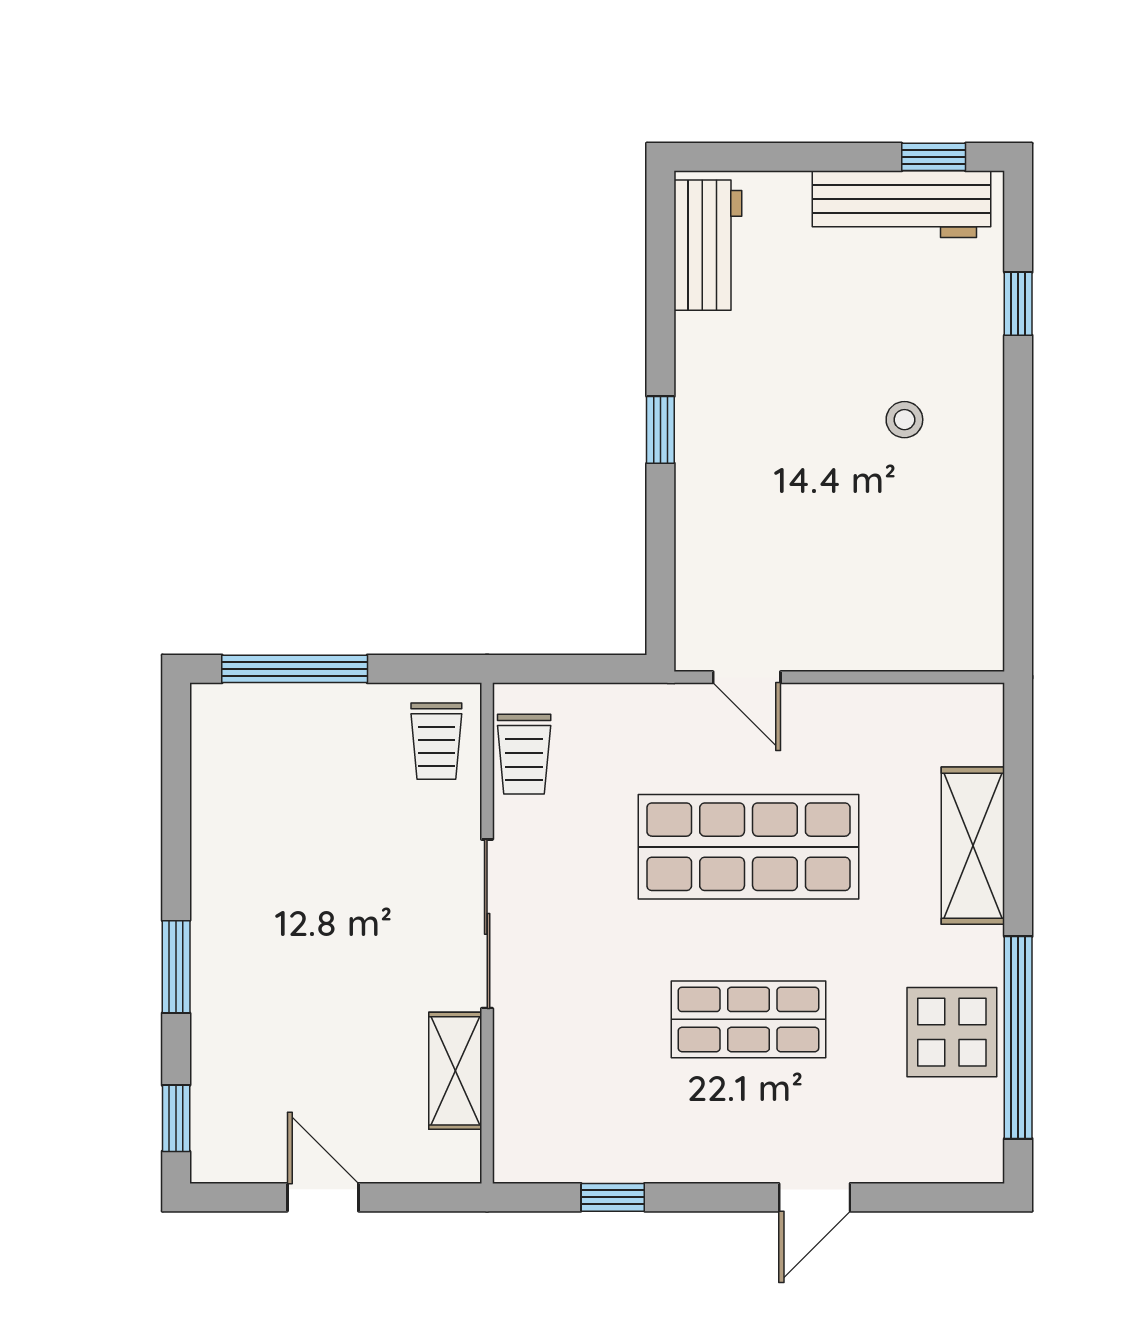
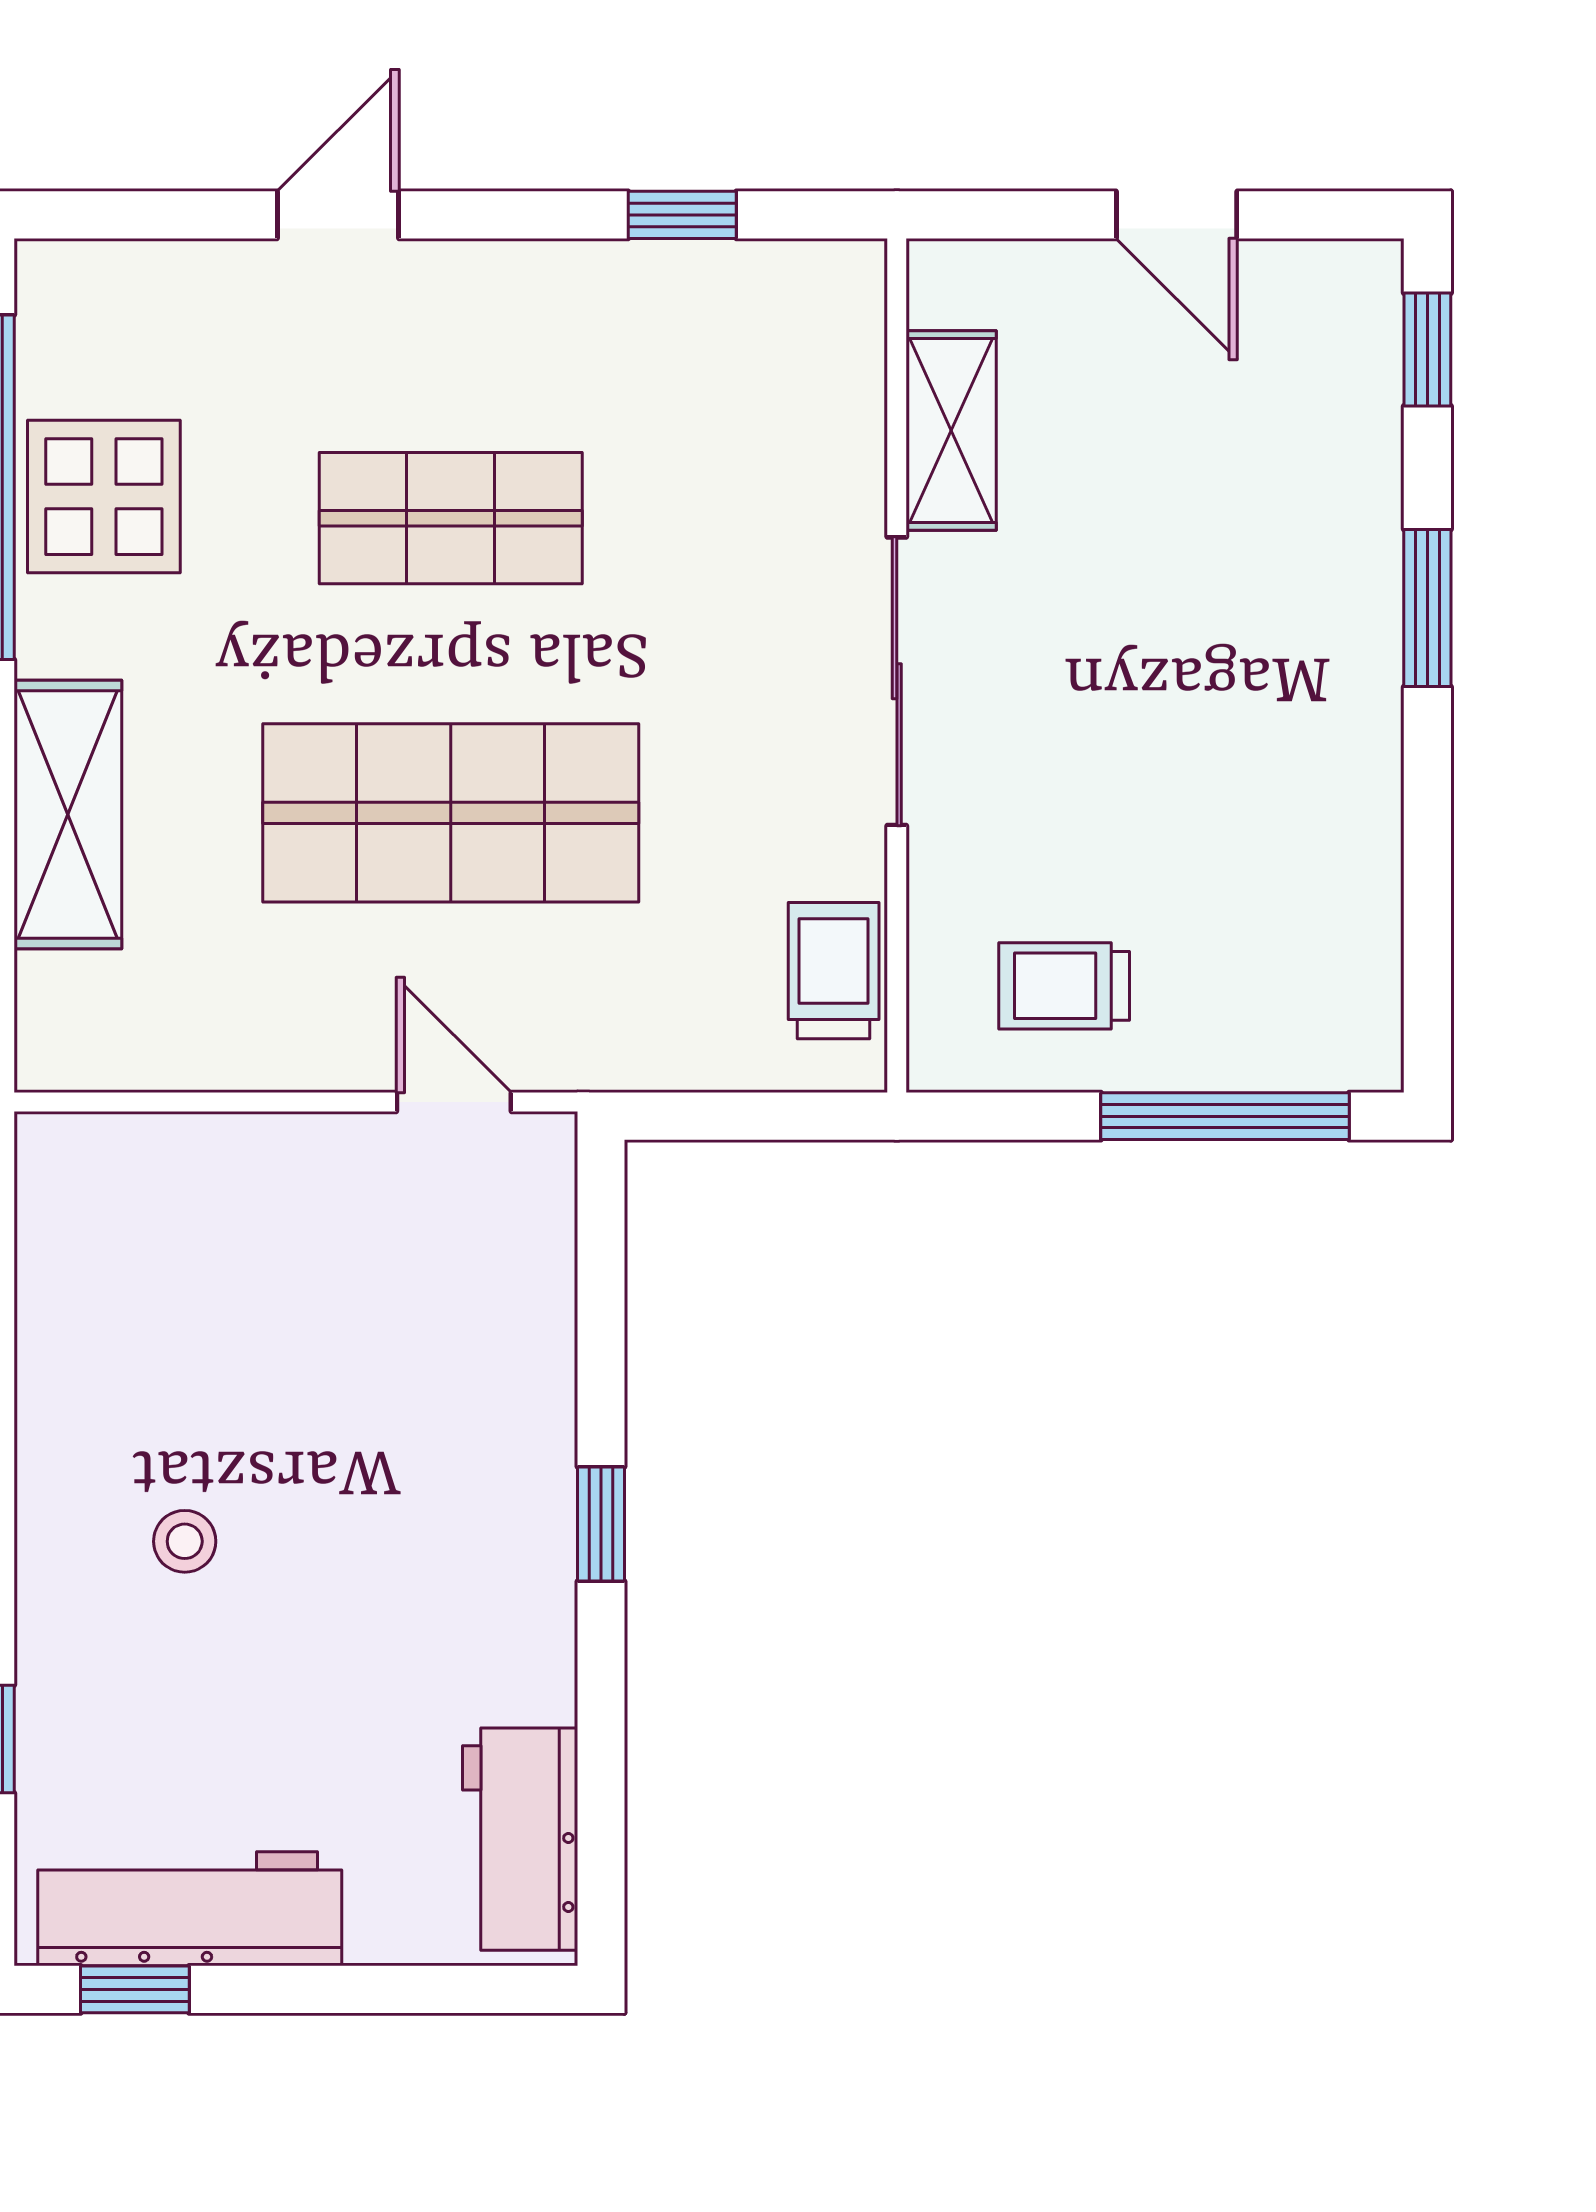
trolley: (436, 741) -> (1064, 986), moved, turned -90

